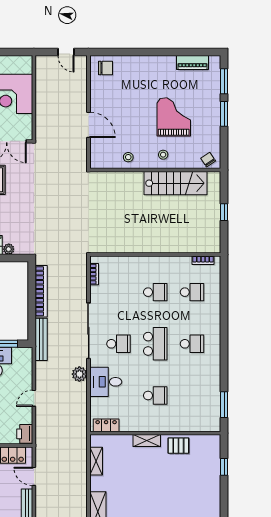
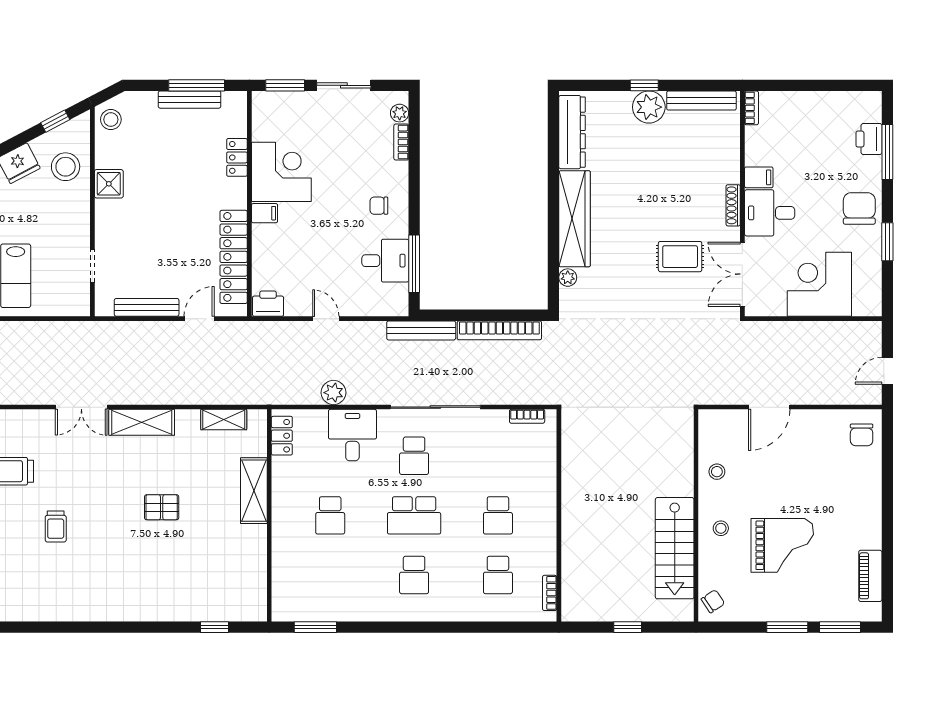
plant: (79, 374) -> (334, 393), moved
shelving: (147, 441) -> (254, 491), width x1.50, depth x1.33
pallet: (178, 446) -> (162, 507), moved, turned 90

